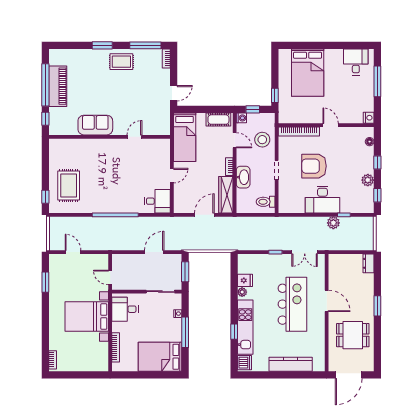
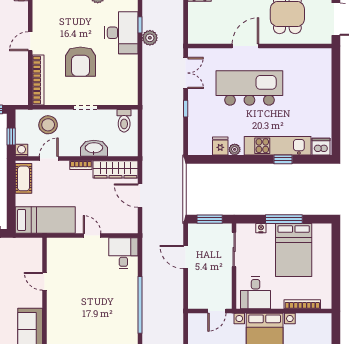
desk: (322, 200) -> (121, 33), moved
bed: (160, 357) -> (294, 250), moved
kitchen counter: (291, 364) -> (323, 90), removed

